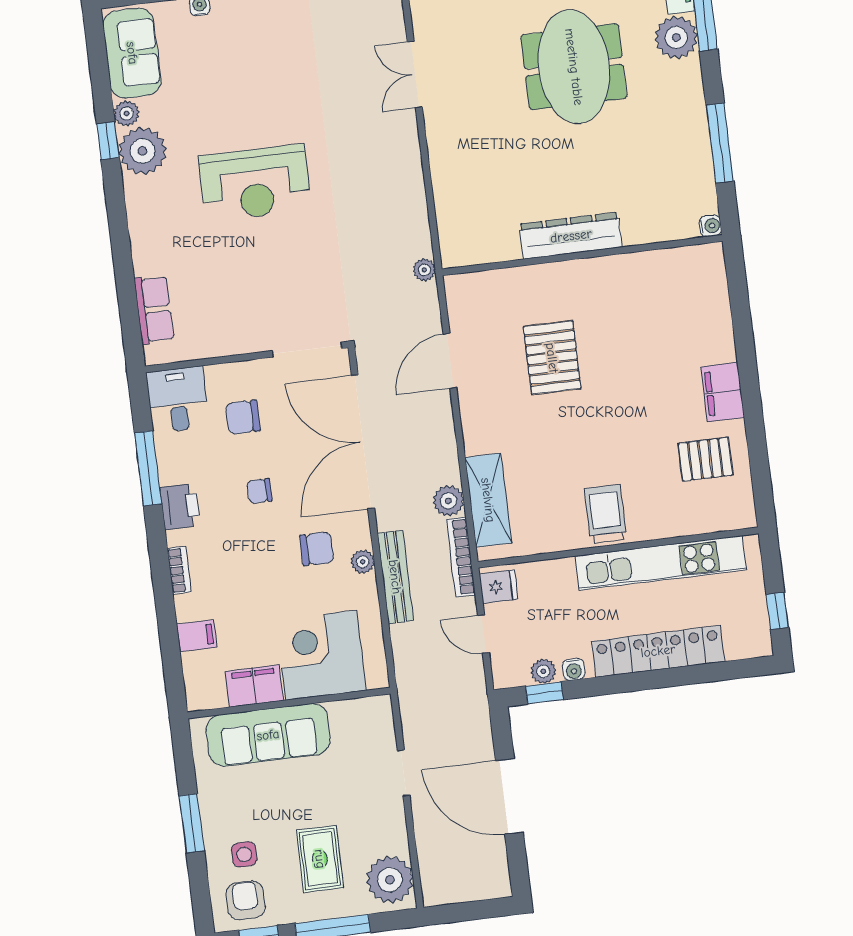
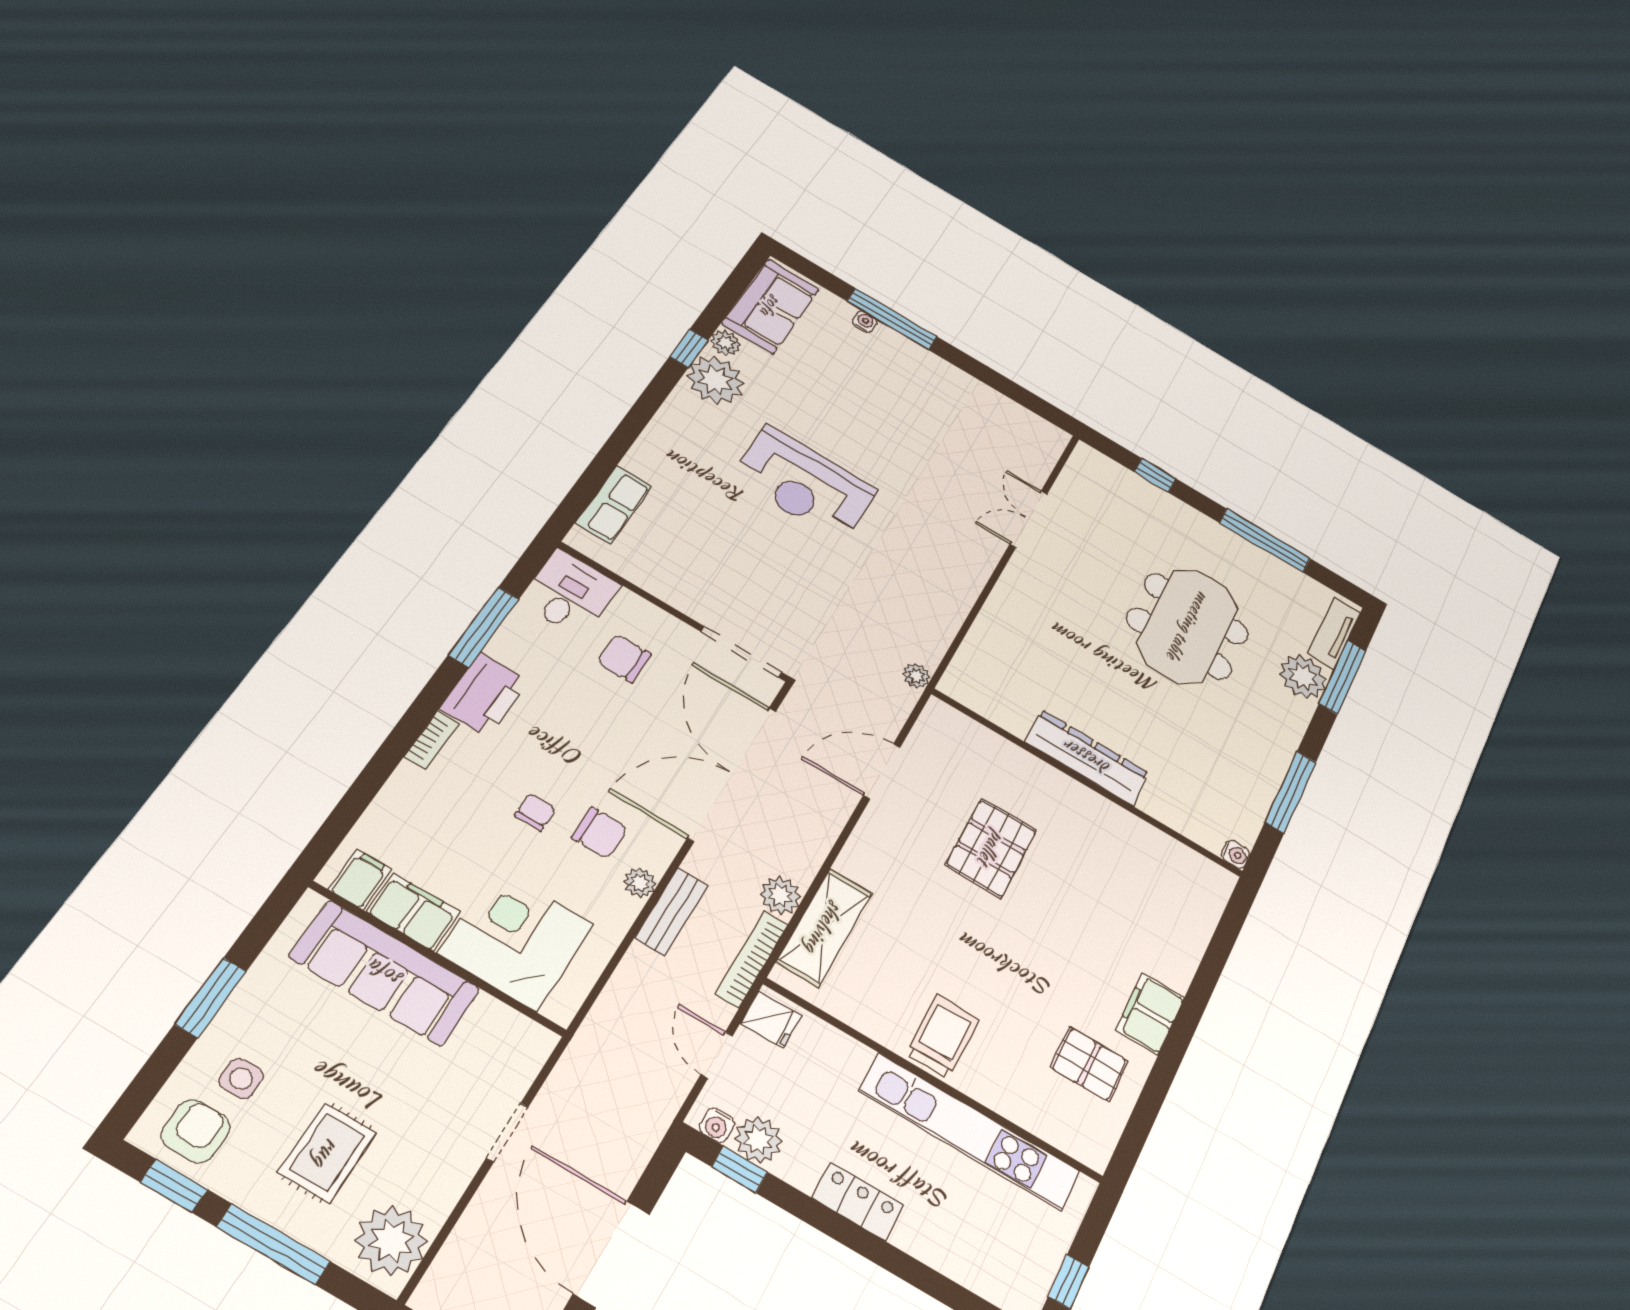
chair: (259, 491) -> (535, 812), moved, turned 90
printer: (180, 507) -> (485, 695), width x1.37, depth x1.19
bench: (395, 577) -> (672, 912), width x0.73
filing cabinet: (197, 636) -> (360, 880), moved, turned -90
locker: (658, 651) -> (858, 1202), width x0.46, depth x0.83
water cooler: (574, 669) -> (717, 1125), moved
plant: (543, 671) -> (759, 1140), width x1.38, depth x1.38

